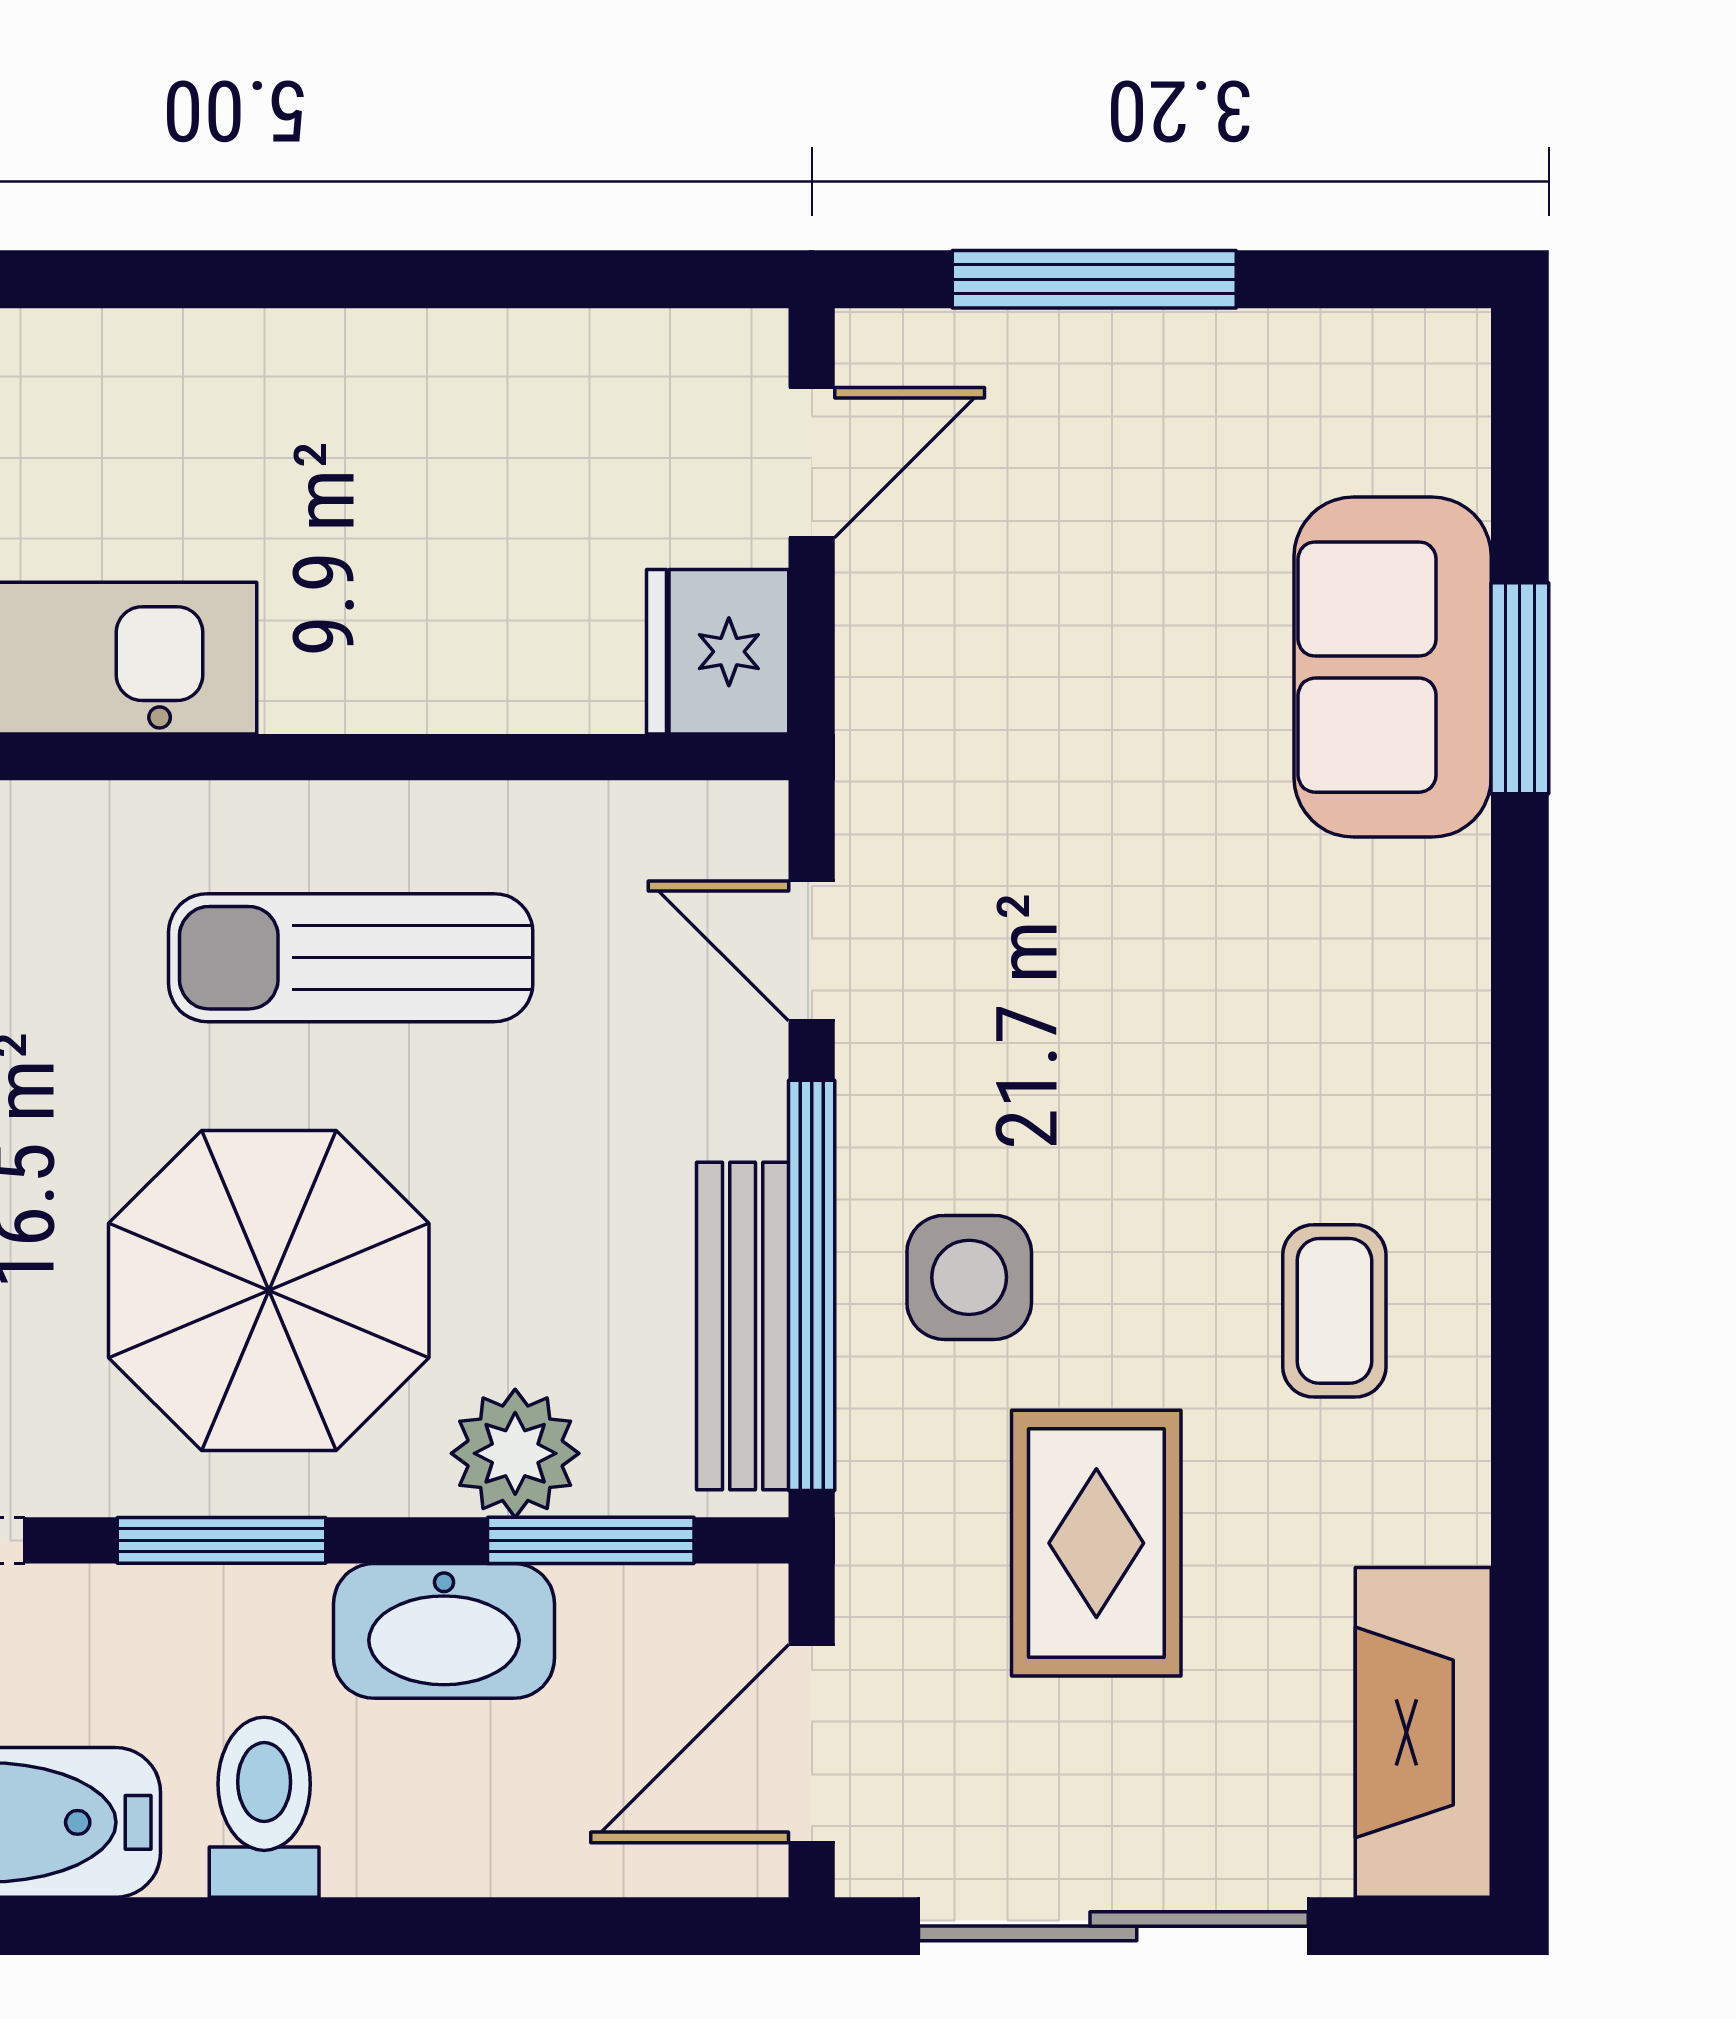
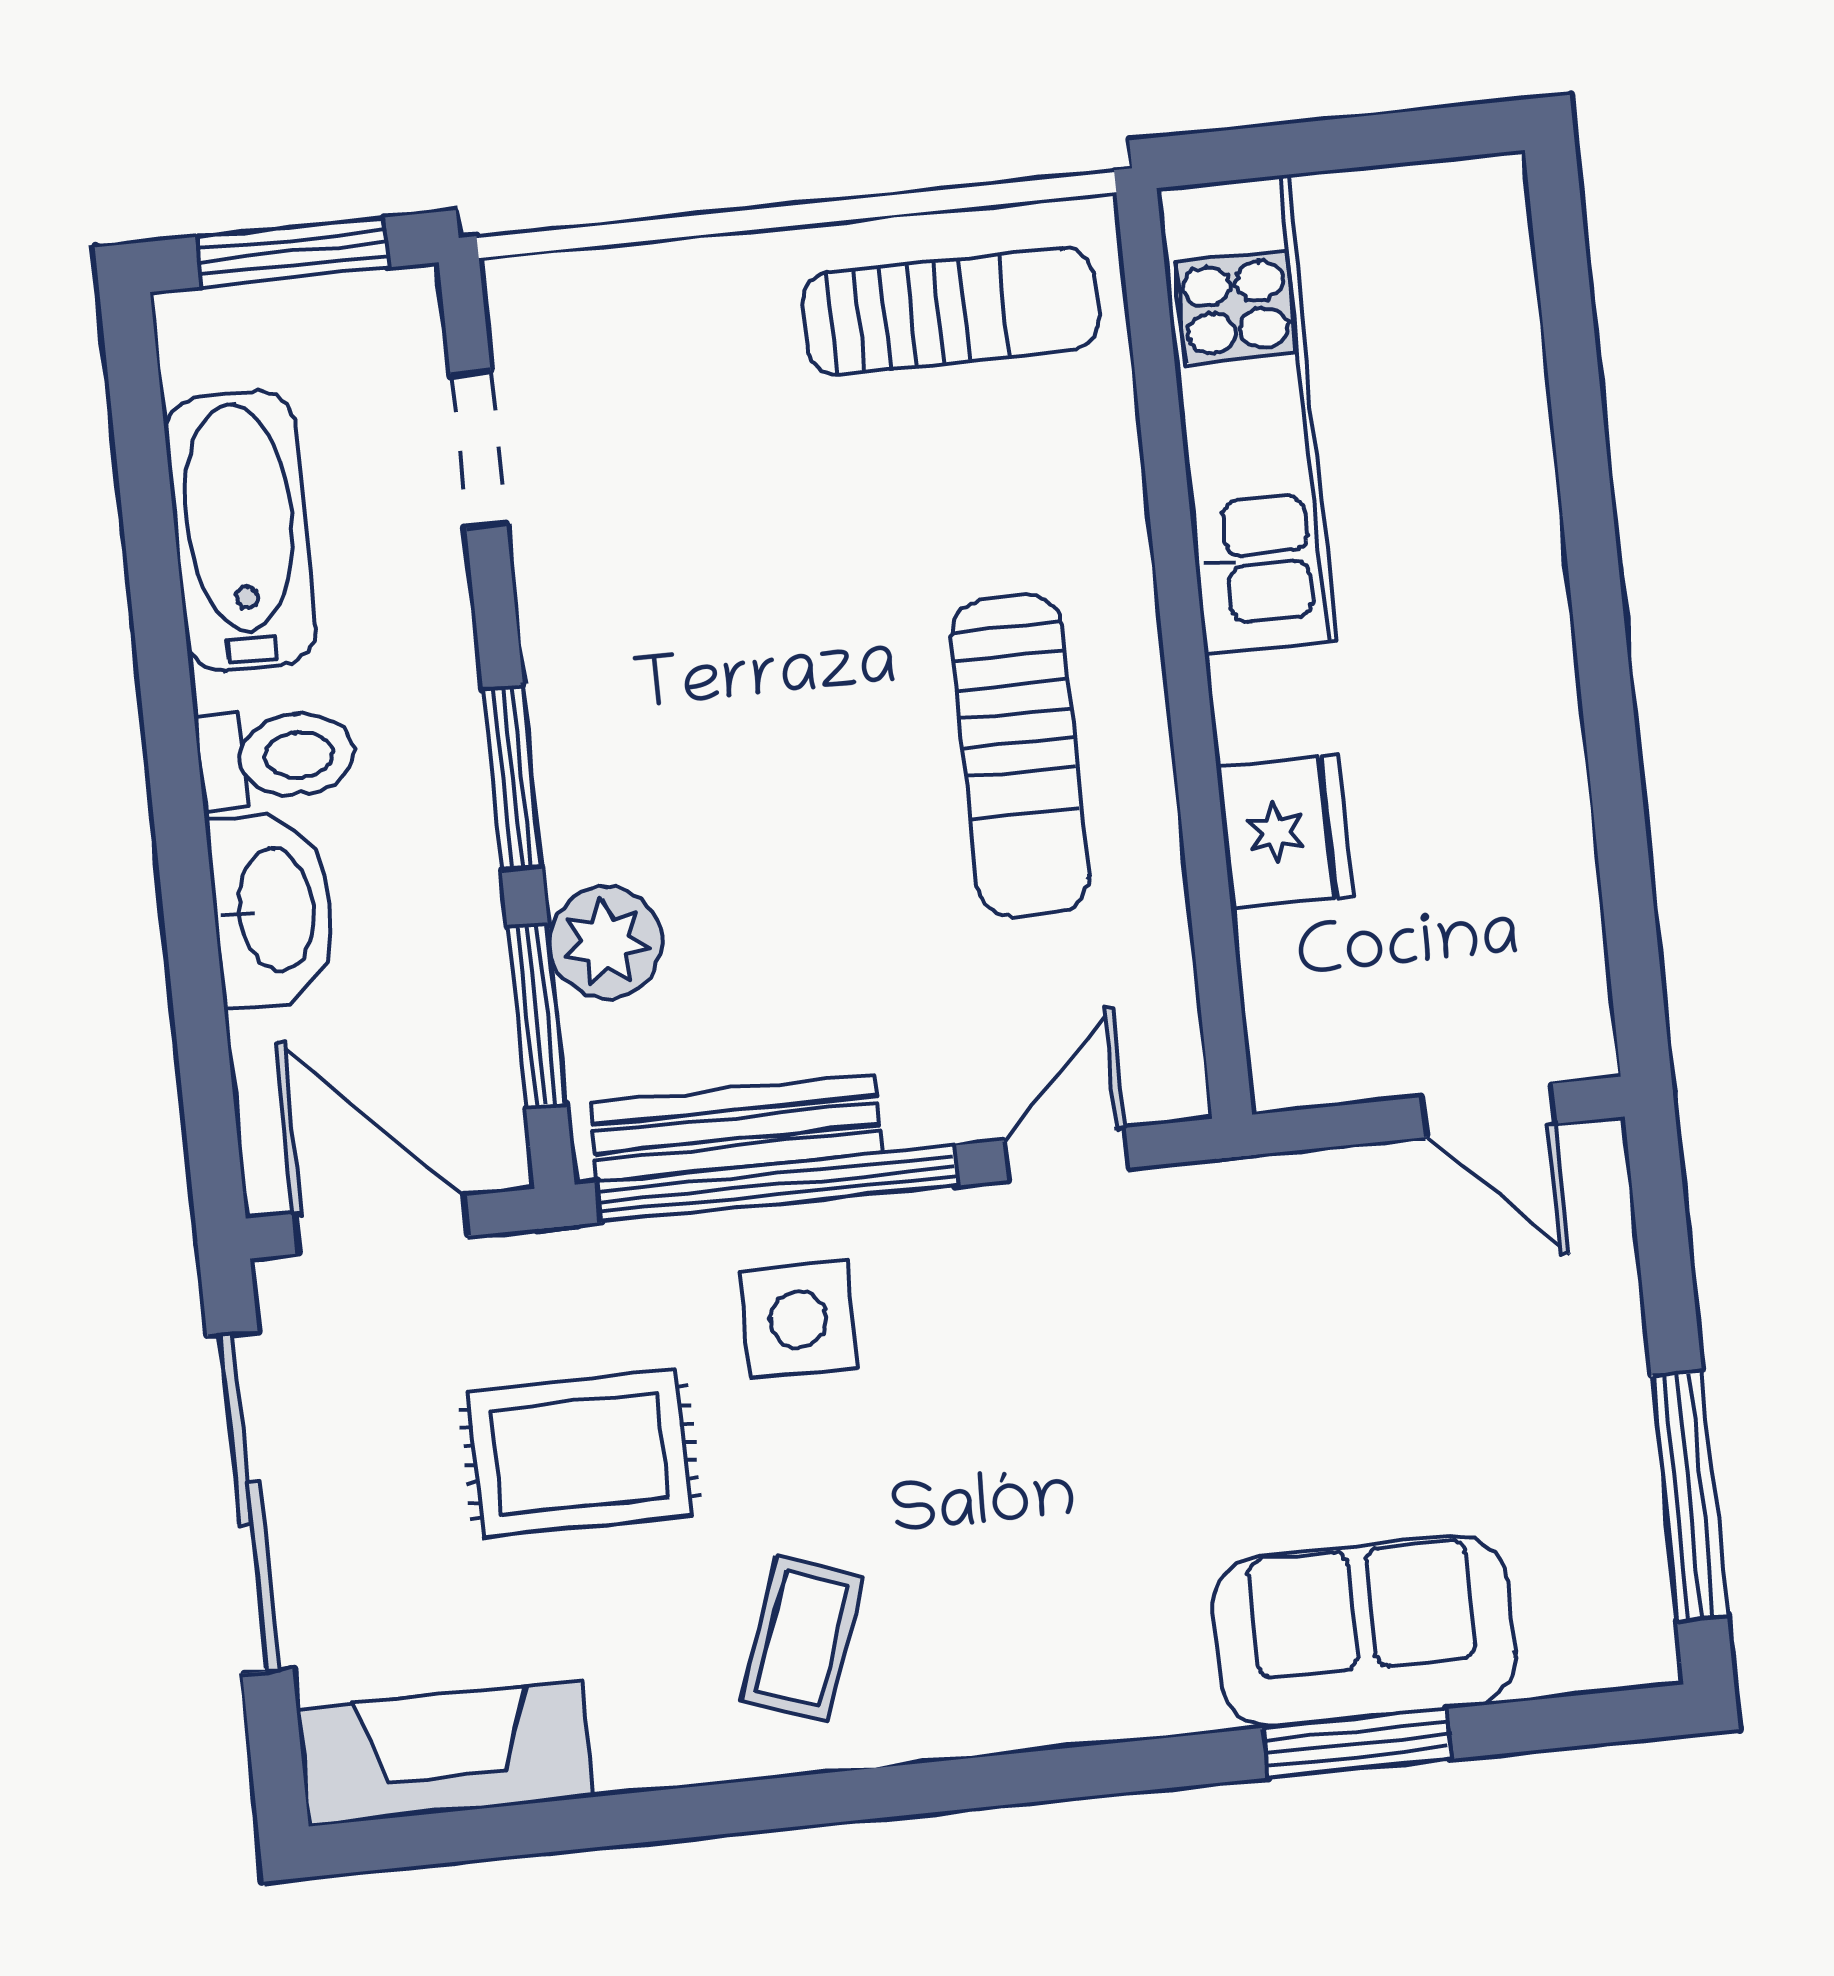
window: (1094, 279) -> (1689, 1496), moved
fridge: (718, 652) -> (1285, 831), moved, turned 90
sun lounger: (351, 958) -> (1020, 756), turned 180
parasol: (269, 1291) -> (724, 715), removed
coffee table: (1334, 1311) -> (802, 1639), turned -70
window: (222, 1540) -> (512, 777), moved
washbasin: (444, 1631) -> (273, 910), moved, turned 180

